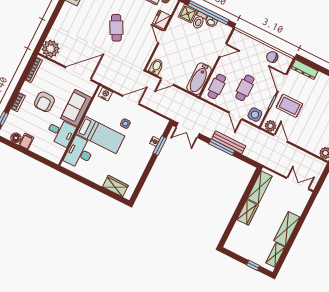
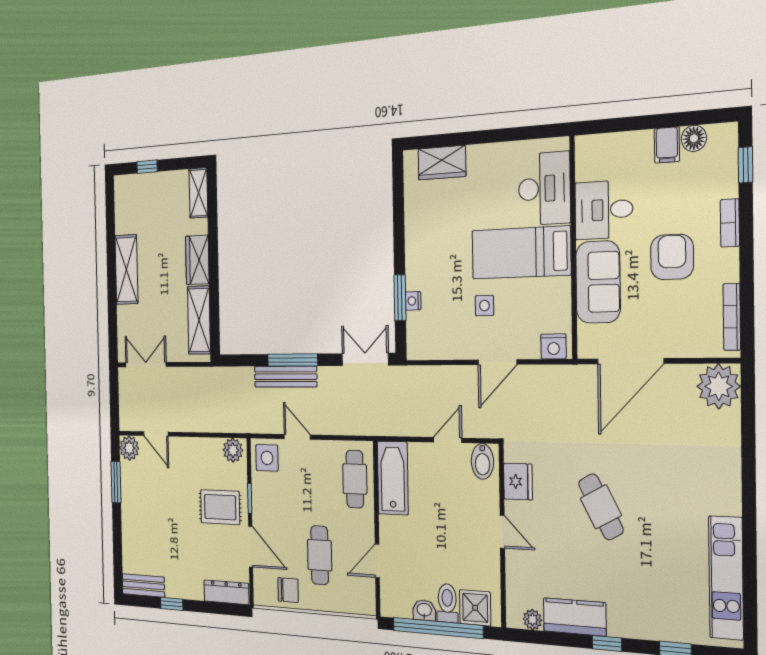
fridge: (162, 20) -> (518, 481), moved
cafe table: (245, 88) -> (320, 555), moved
door: (280, 138) -> (156, 434), moved
double door: (298, 184) -> (146, 365), swing flipped
shelving: (275, 255) -> (198, 193), moved

